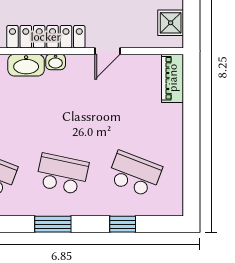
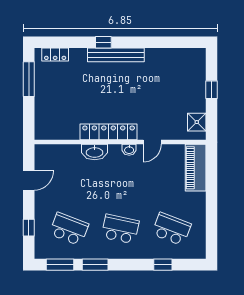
washbasin: (56, 62) -> (129, 150), moved
piano: (173, 78) -> (196, 168), width x1.37, depth x1.33
window: (53, 224) -> (95, 265), moved

